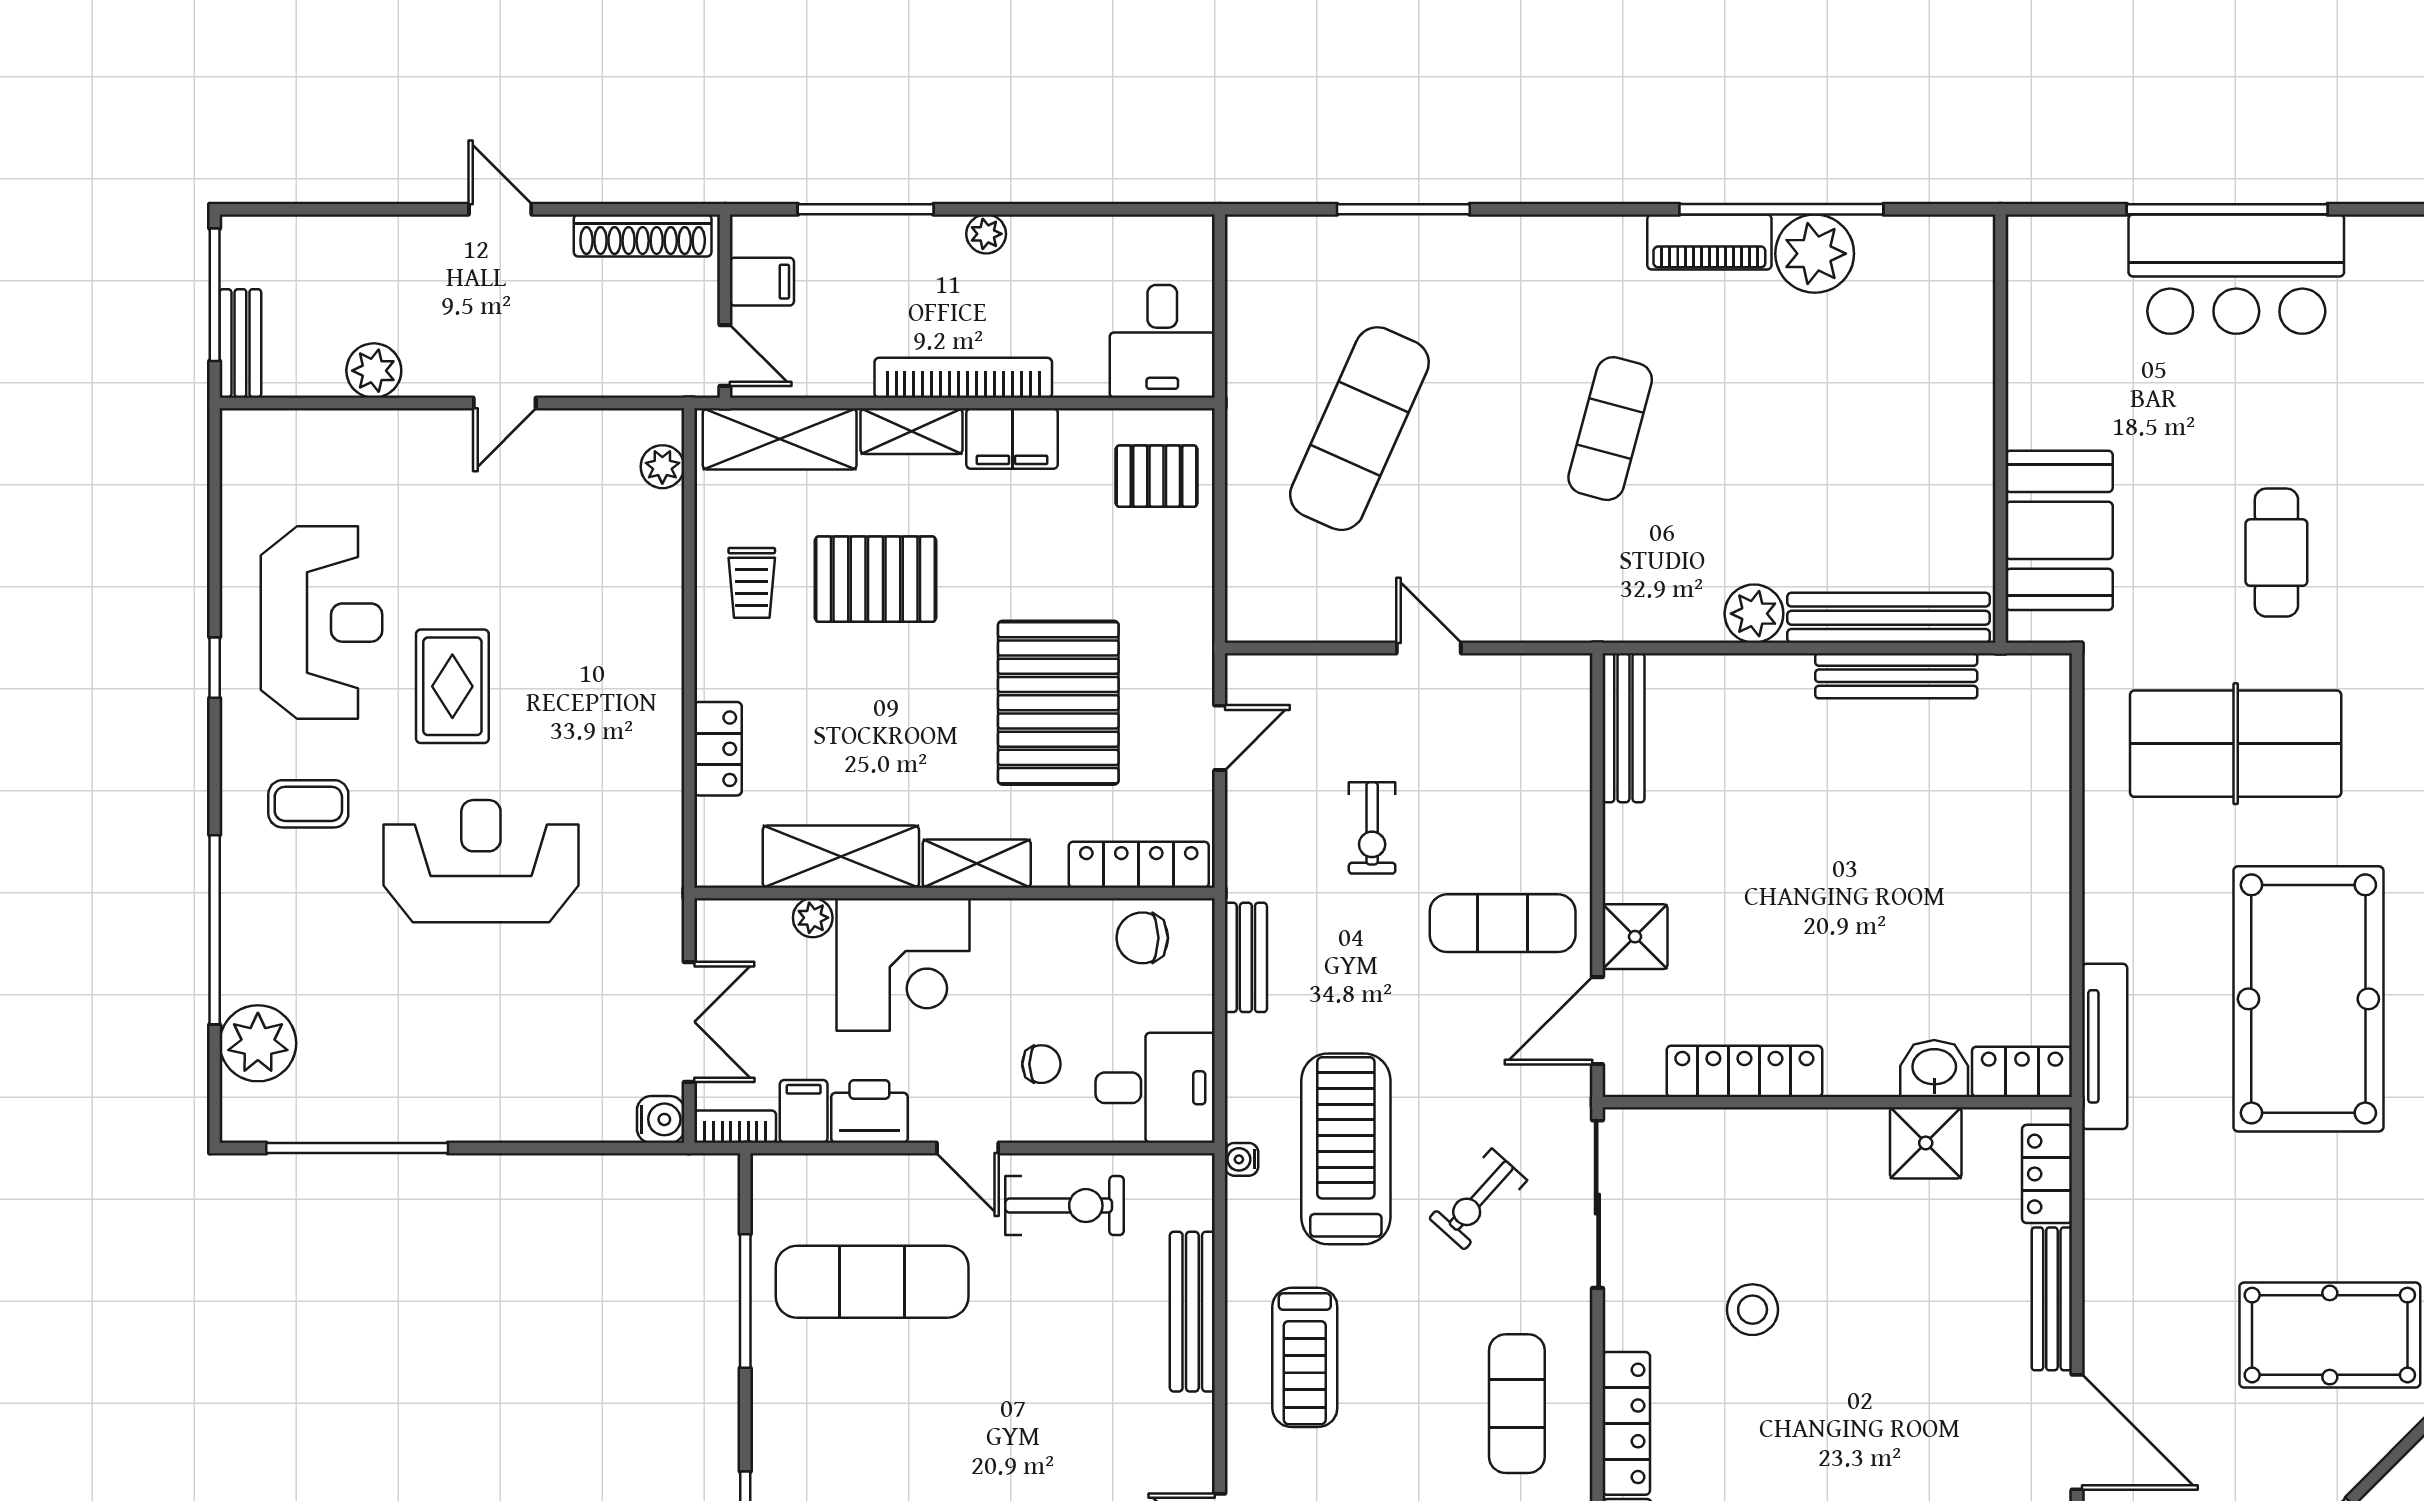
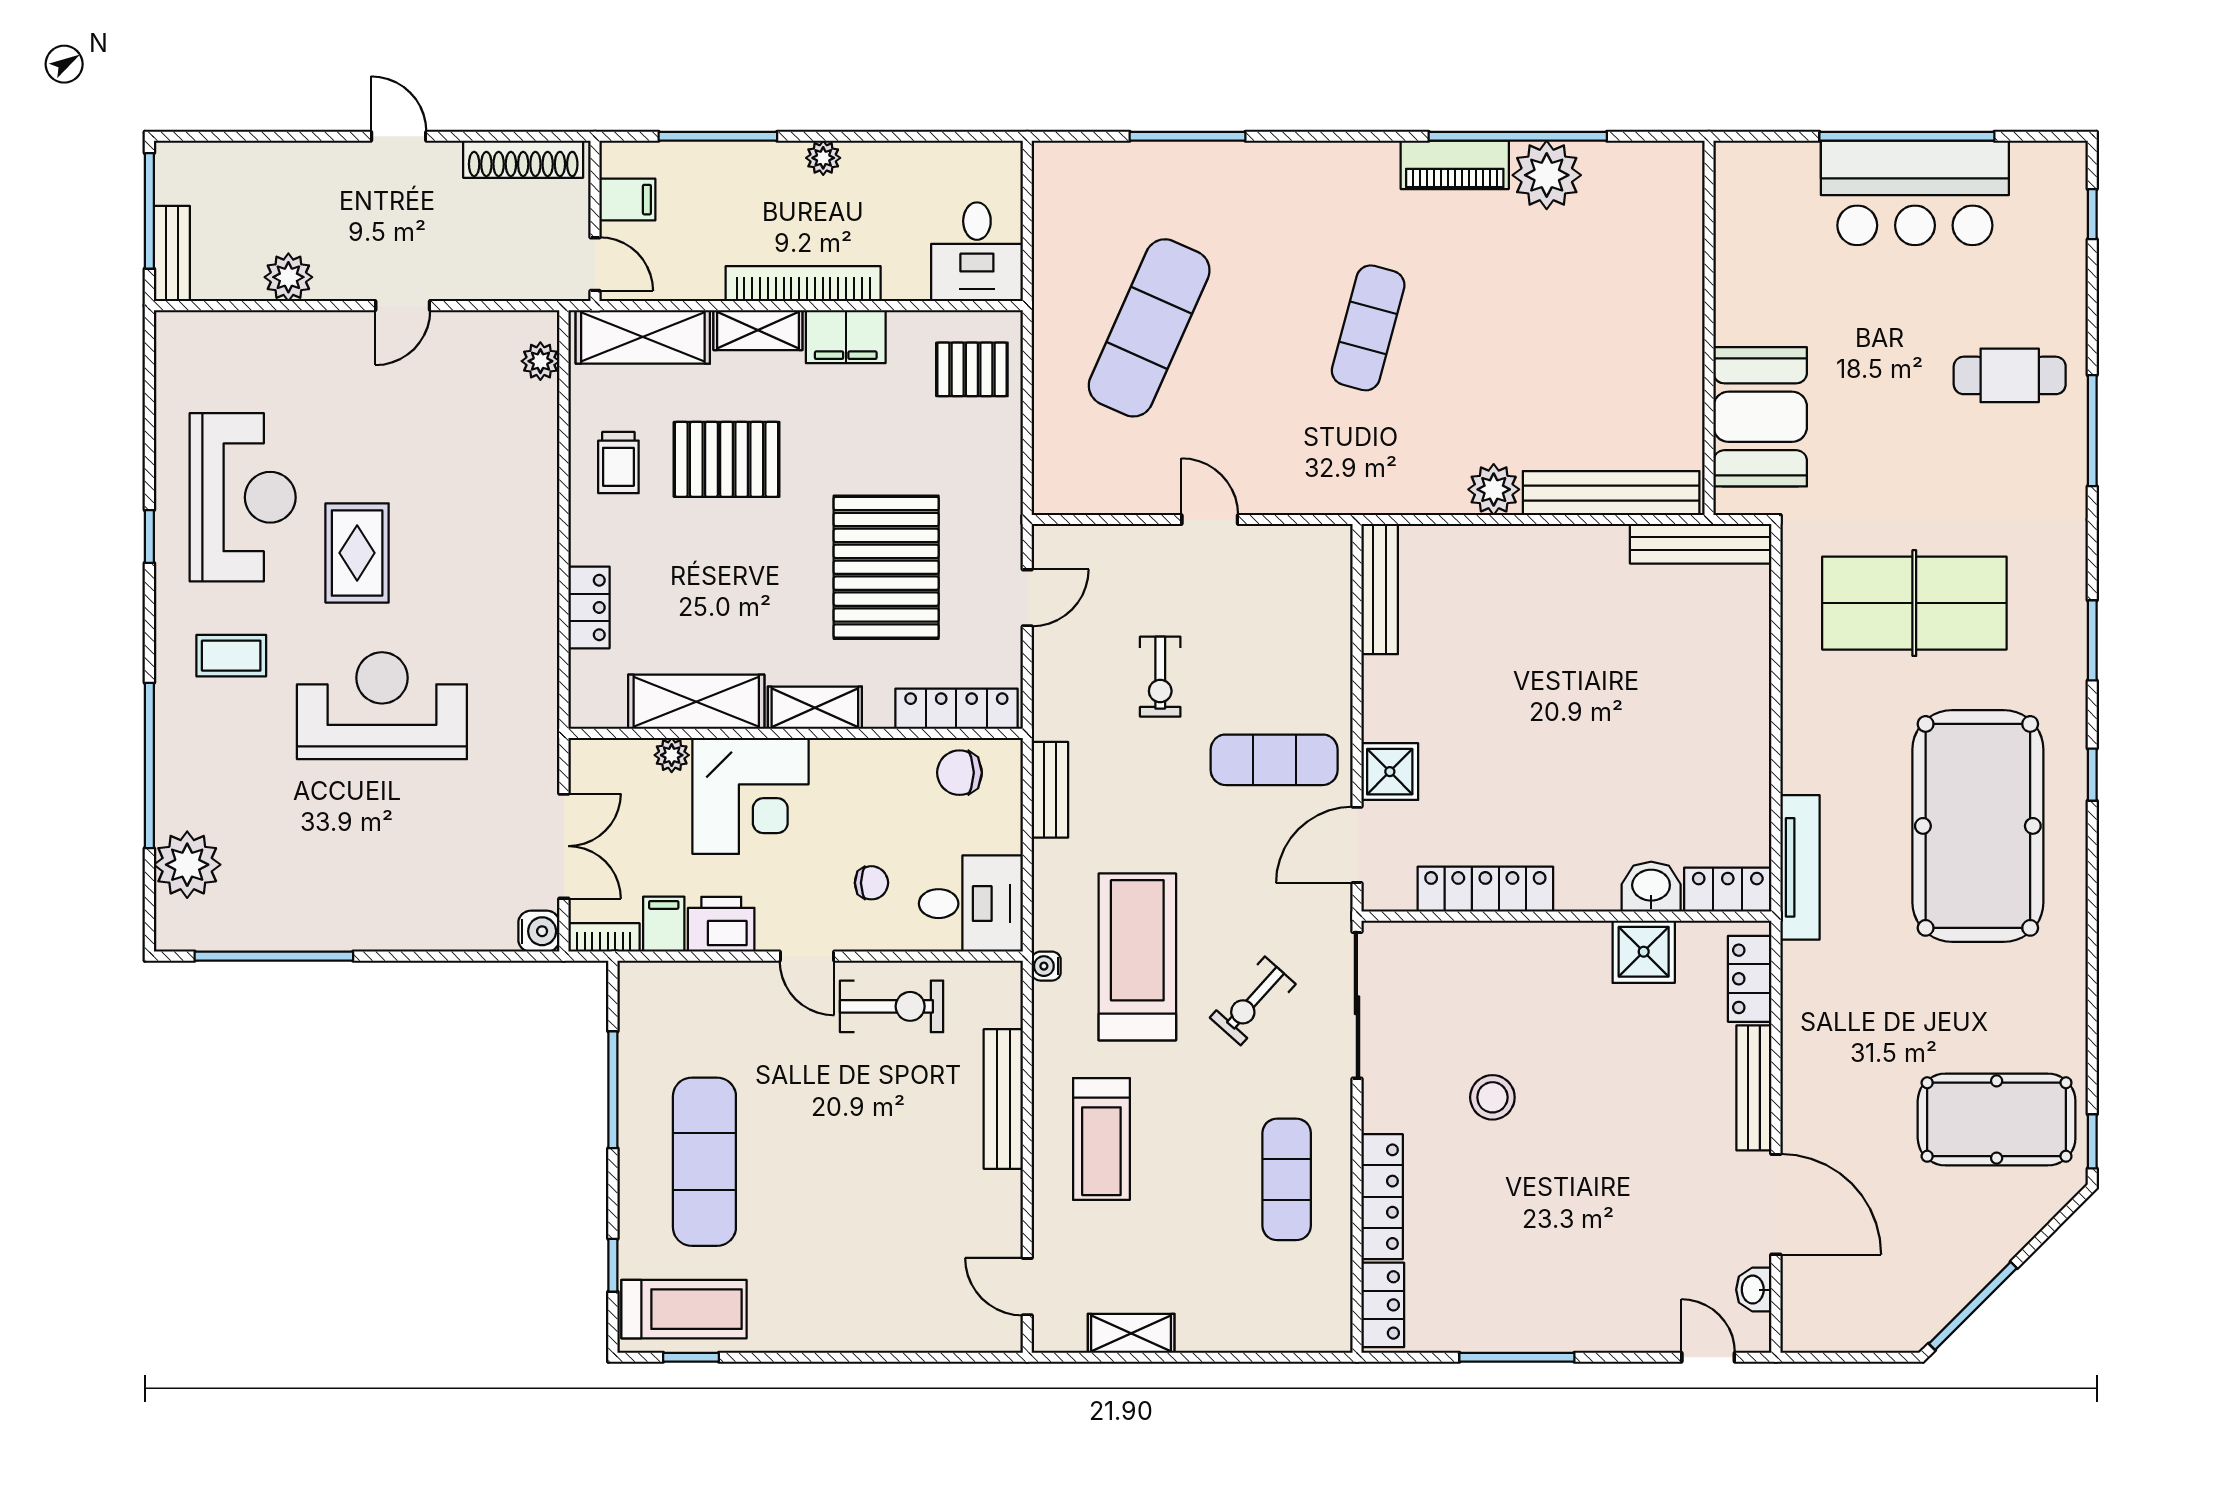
cafe table: (2276, 553) -> (2010, 375), moved, turned 90
bench: (1896, 676) -> (1701, 544), moved
exercise mat: (872, 1282) -> (704, 1162), moved, turned 90

